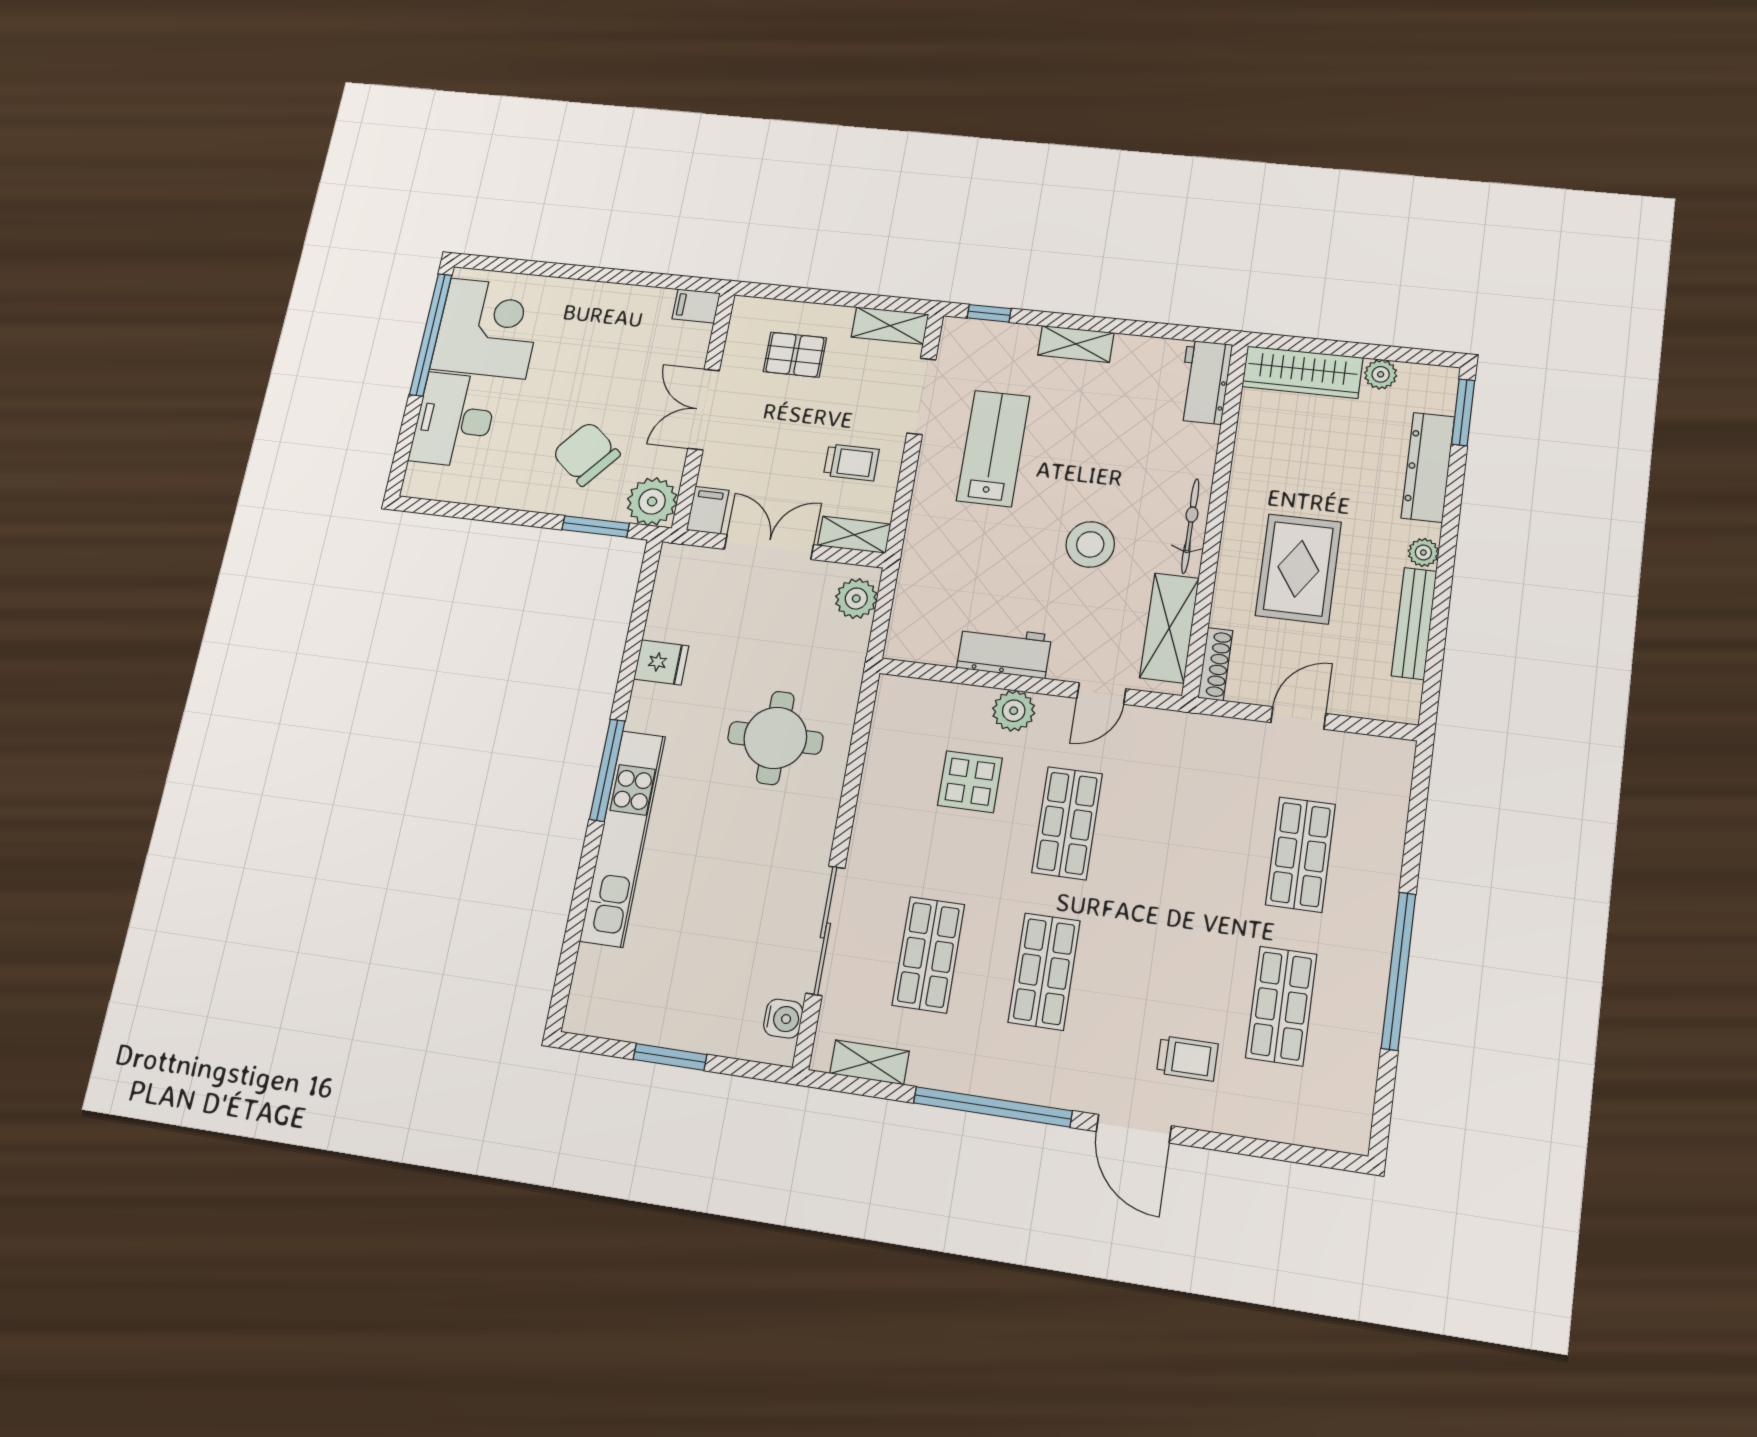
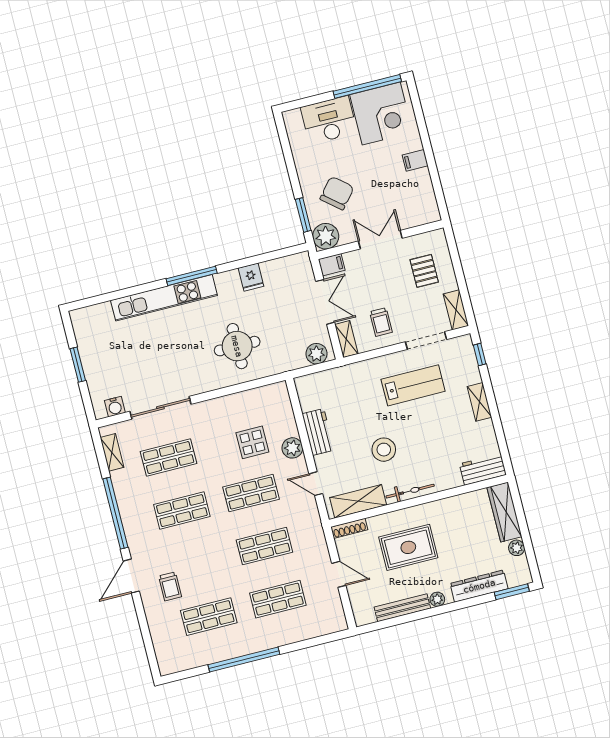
filing cabinet: (696, 306) -> (415, 160), moved, turned -90
shop shelf: (1183, 839) -> (264, 546), added

